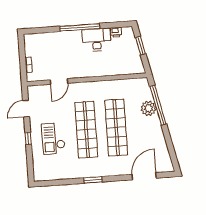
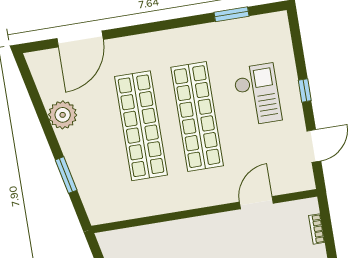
window: (158, 105) -> (66, 175), width x0.47
plant: (148, 108) -> (63, 115), moved
window: (93, 180) -> (231, 14), moved

